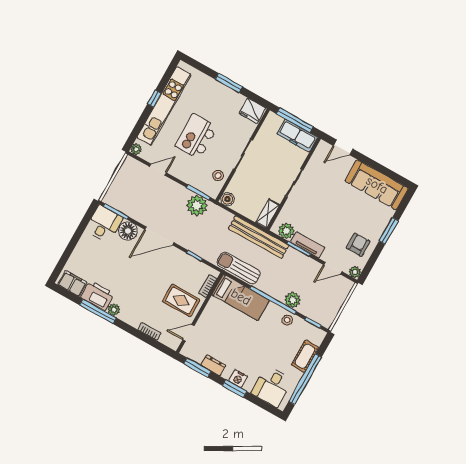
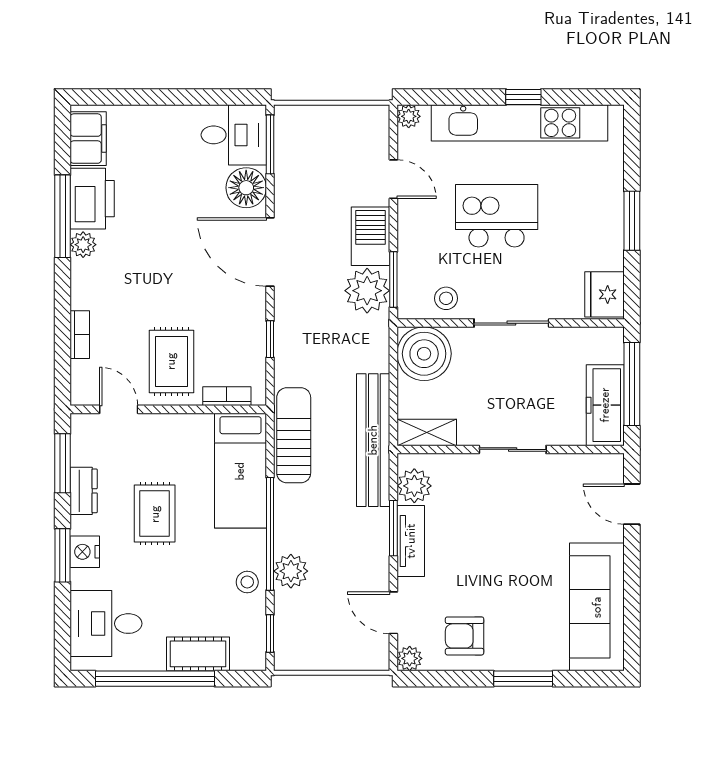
barbecue: (176, 192) -> (371, 236), added
boiler: (227, 199) -> (424, 354), width x1.86, depth x1.86
armchair: (358, 245) -> (465, 636), turned 180
rug: (239, 342) -> (155, 514), added

